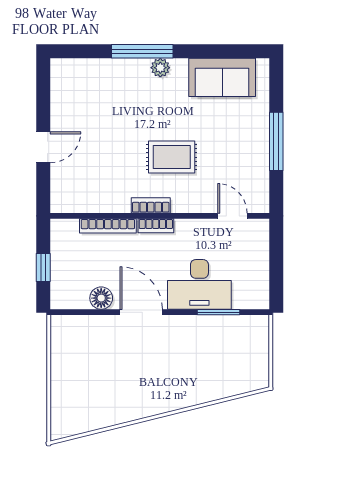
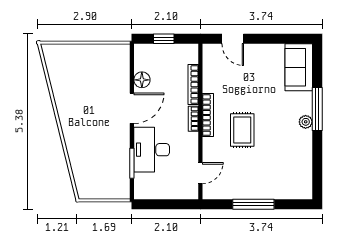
sofa: (222, 77) -> (299, 67), moved
door: (43, 147) -> (233, 39), moved
bookcase: (151, 205) -> (208, 115), width x1.56

